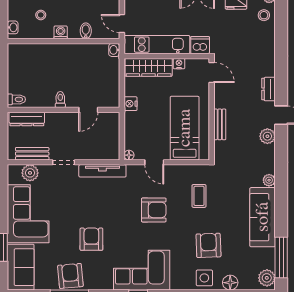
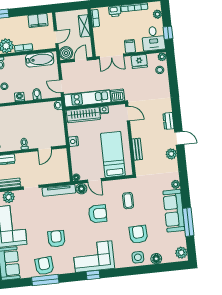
floor lamp: (135, 172) -> (81, 189), added
window: (281, 258) -> (188, 222), moved

